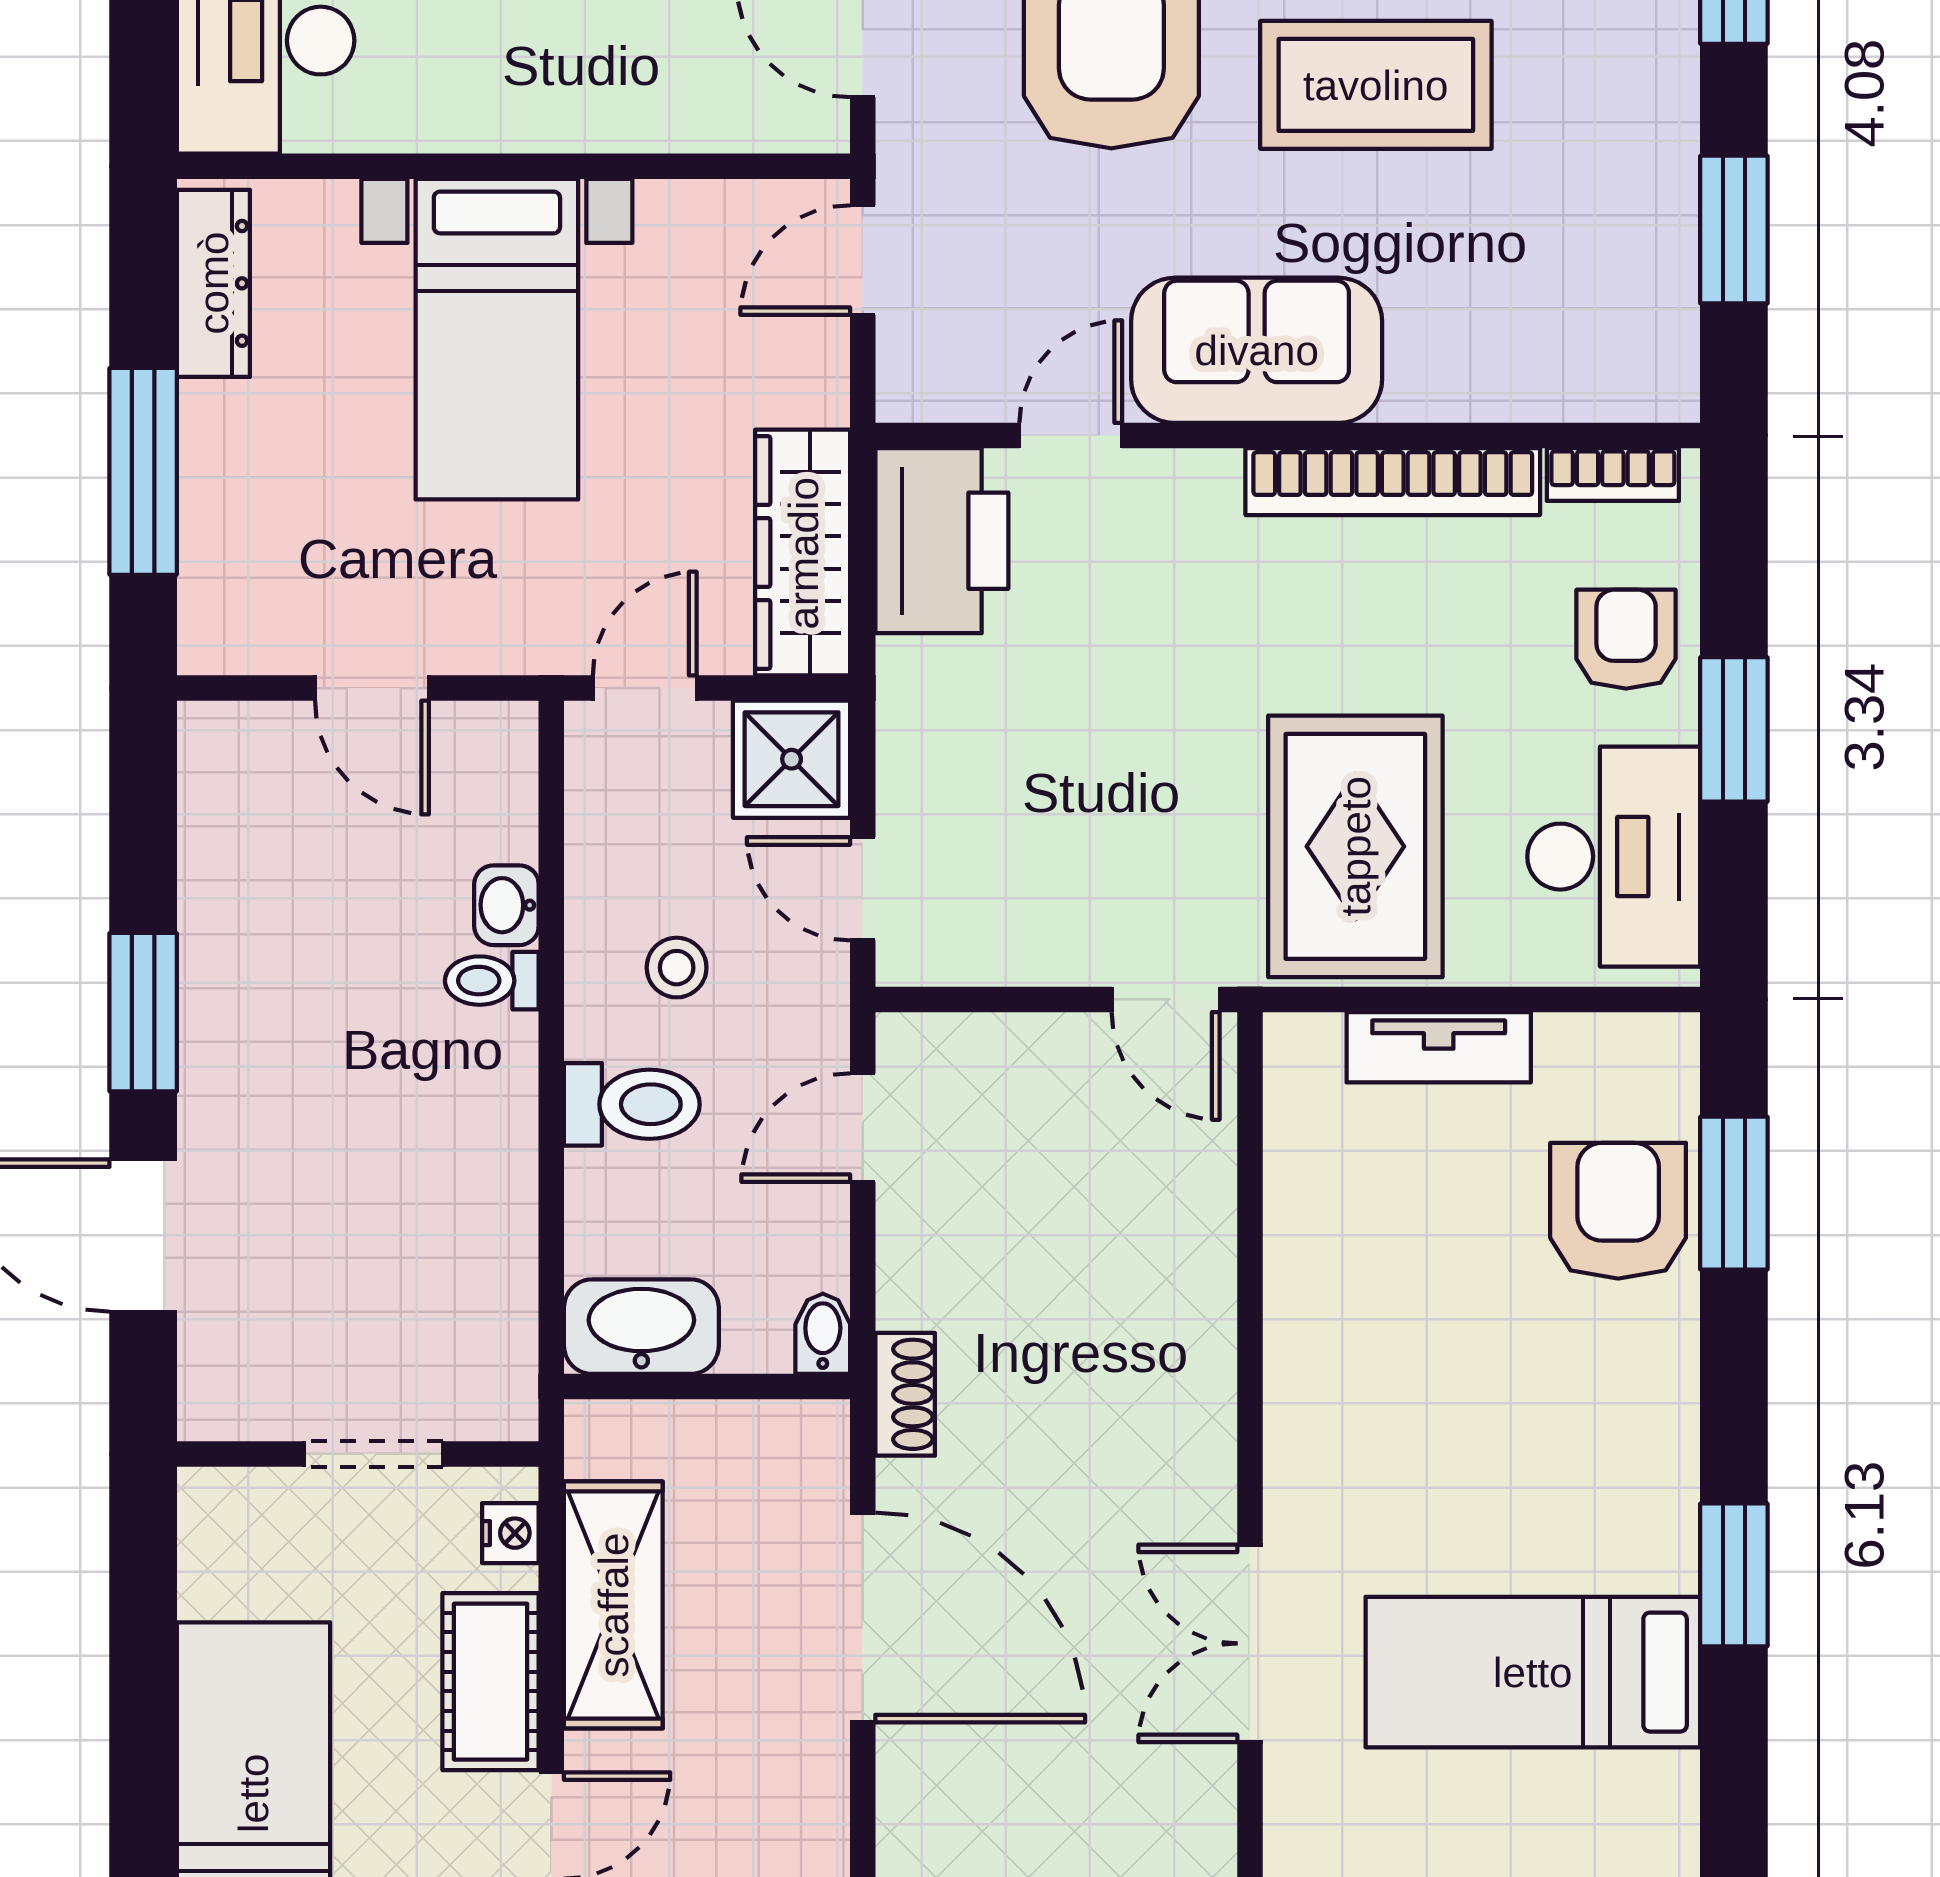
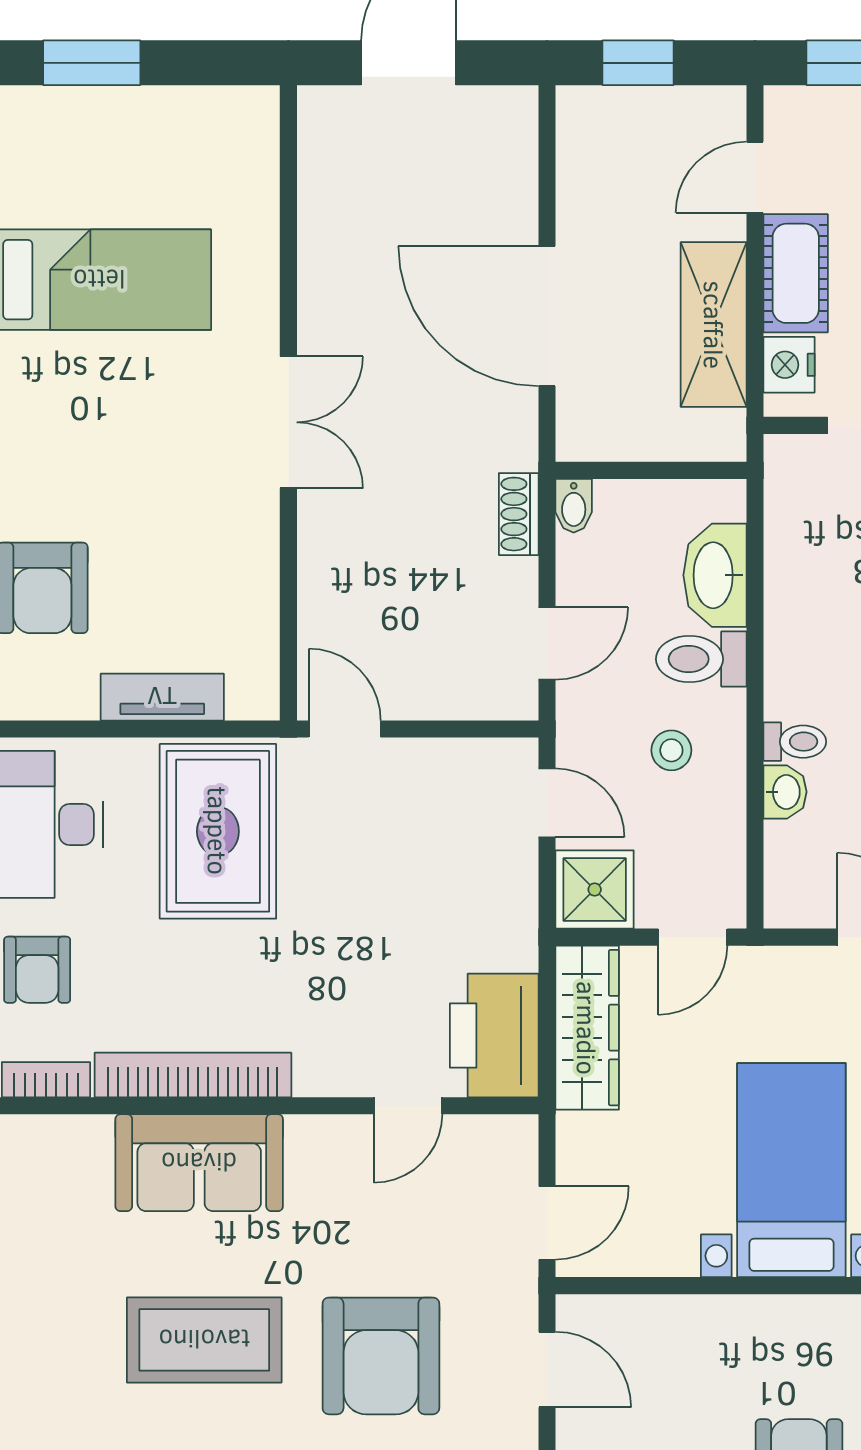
sofa: (1257, 350) -> (199, 1163), moved
washbasin: (641, 1327) -> (715, 575), moved, turned 90
shoe rack: (905, 1394) -> (519, 514), moved
nightstand: (510, 1533) -> (789, 365), width x1.39, depth x1.35
double door: (1250, 1643) -> (288, 422), moved

